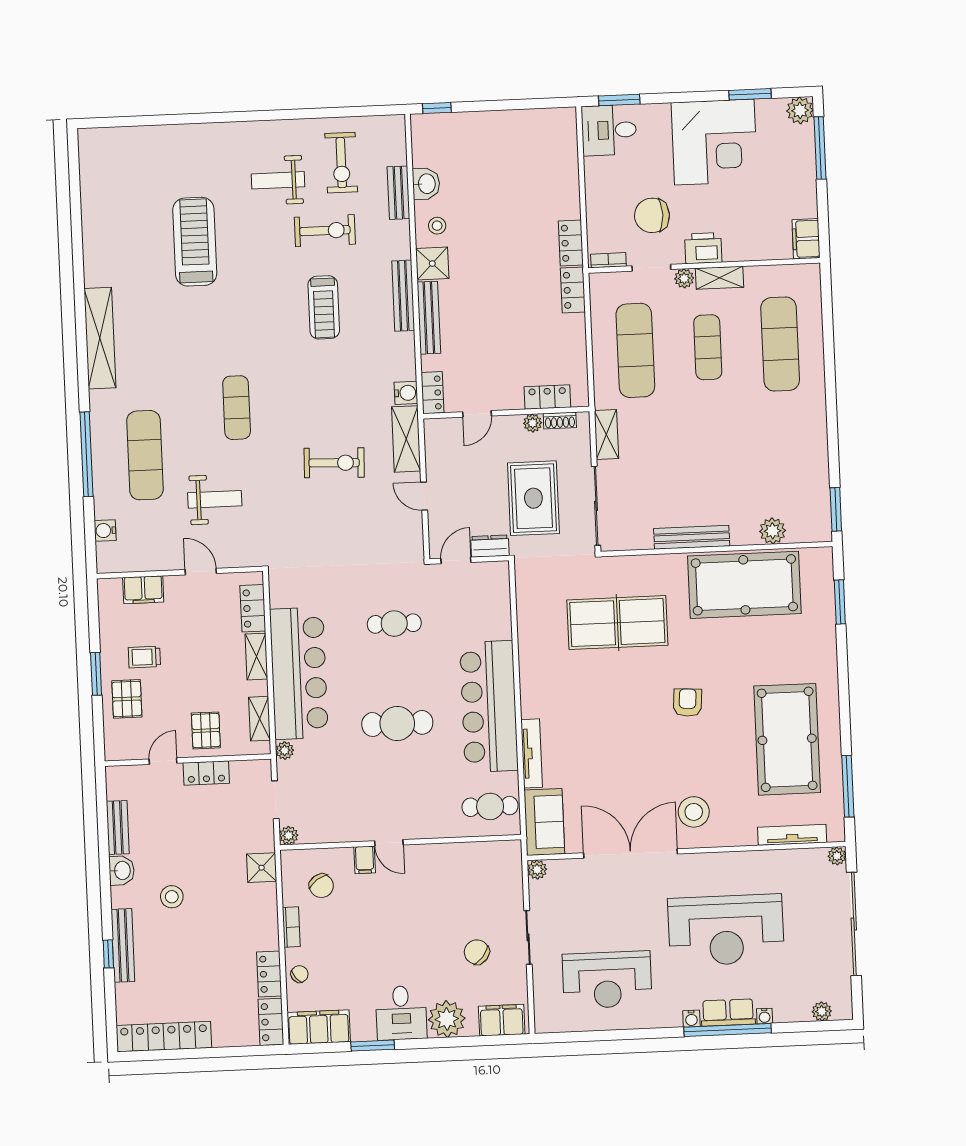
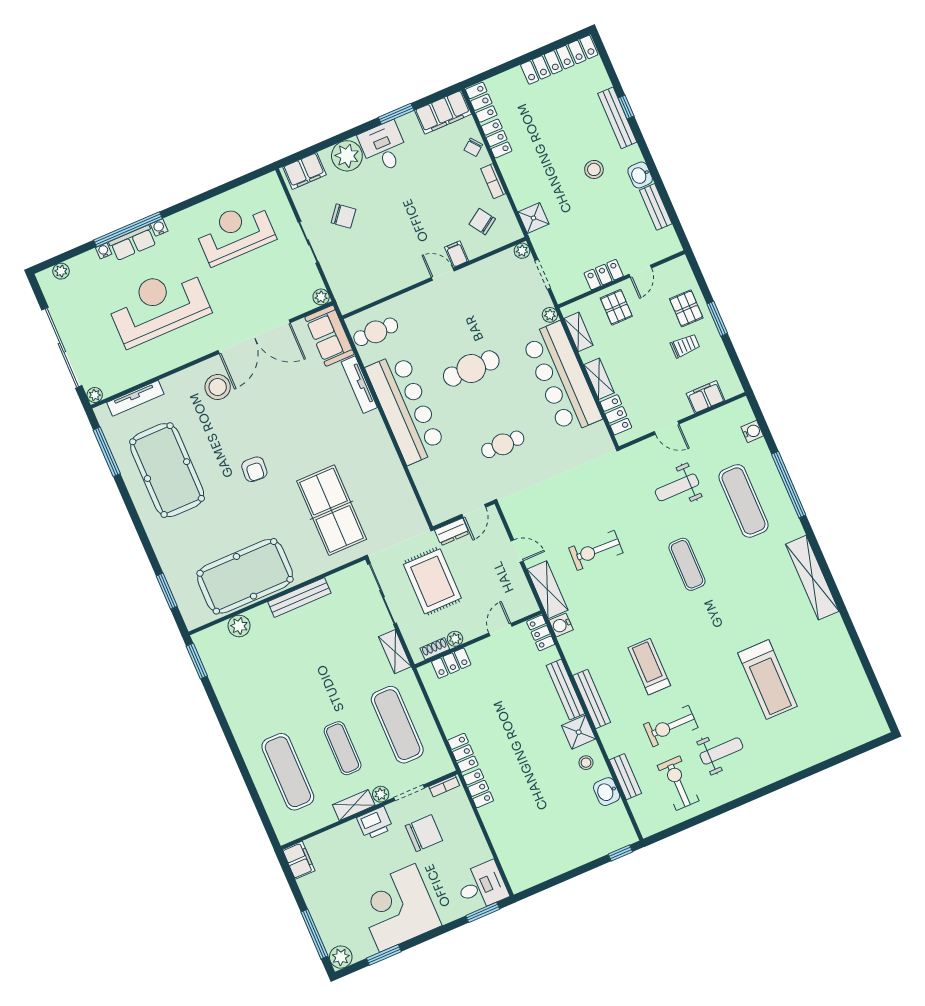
table tennis table: (617, 623) -> (332, 510), turned 90

